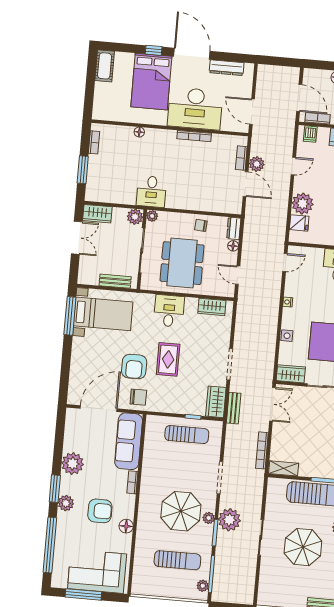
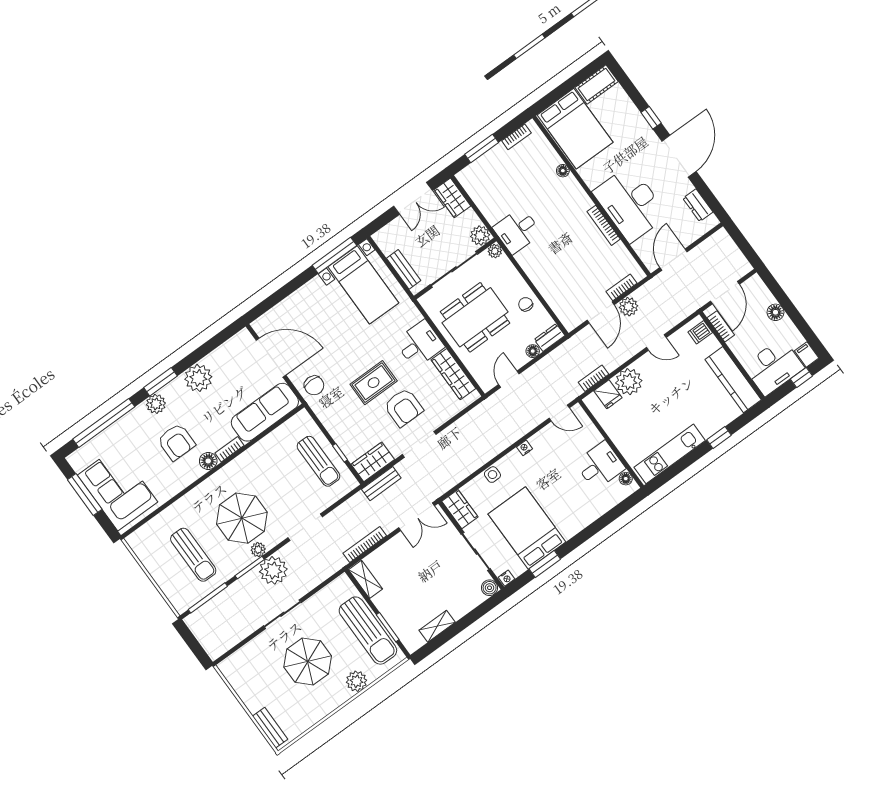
dresser: (227, 68) -> (698, 205), width x0.70
bed: (151, 82) -> (575, 129), moved, turned -90
bookcase: (282, 223) -> (594, 378), added
wardrobe: (212, 307) -> (453, 374), width x1.50
armchair: (134, 367) -> (404, 407), moved, turned -90
floor lamp: (126, 526) -> (208, 461), moved
plant: (203, 586) -> (190, 599), removed

